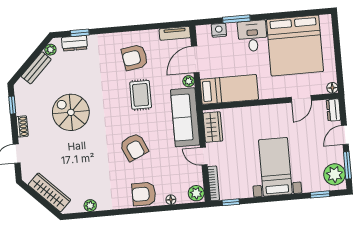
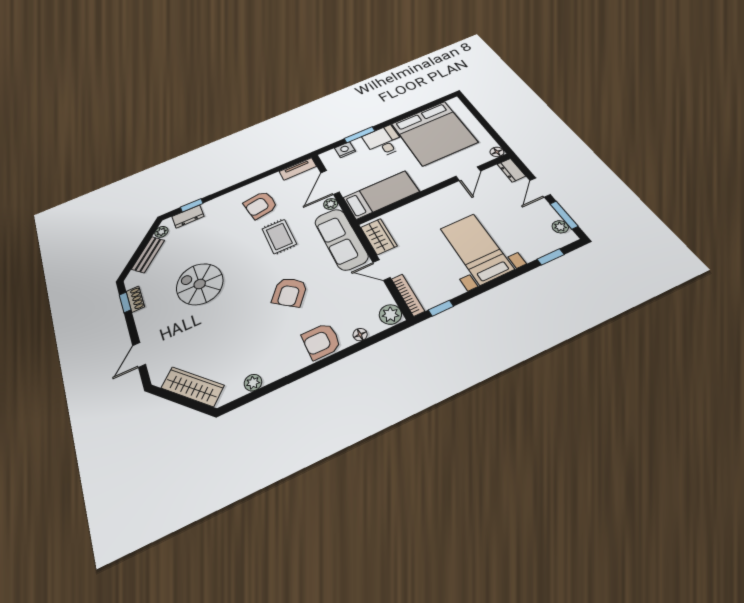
shoe rack: (22, 126) -> (135, 299), moved
armchair: (134, 147) -> (290, 292), turned 62
plant: (335, 174) -> (560, 227), width x0.53, depth x0.53

